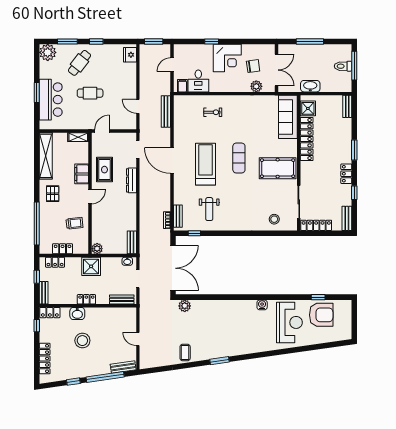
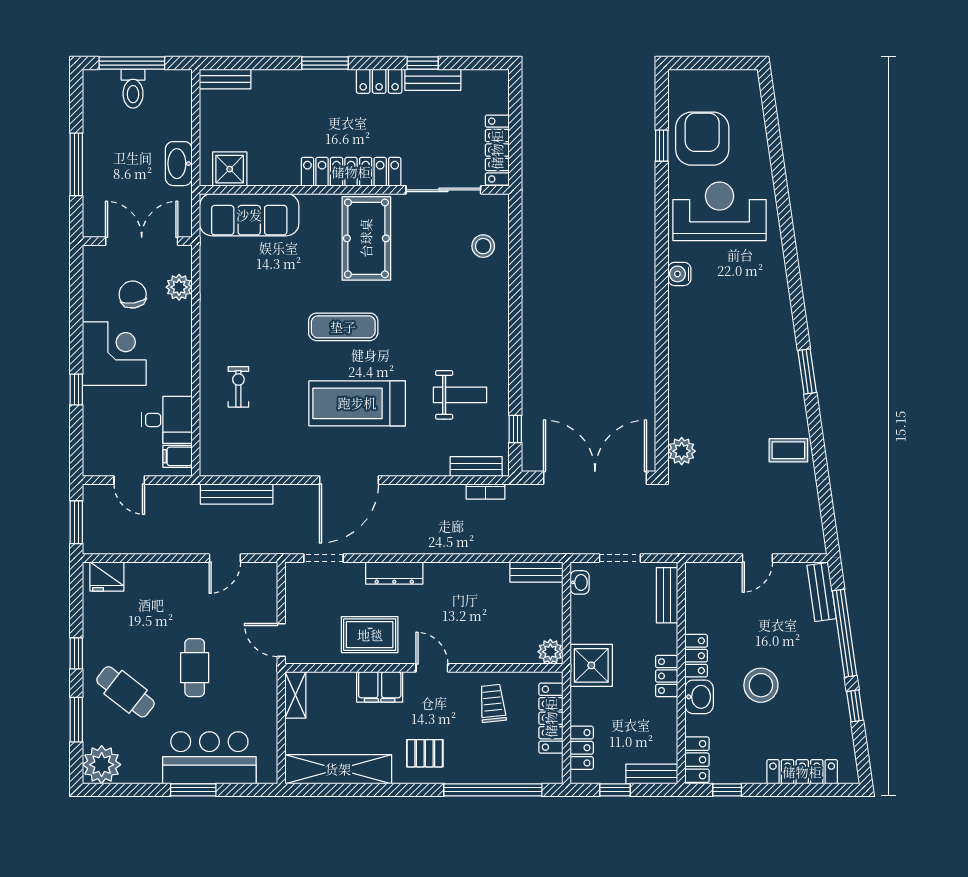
locker: (307, 139) -> (351, 172), moved
bench: (347, 218) -> (433, 80), moved
locker: (63, 249) -> (551, 718), width x1.53
locker: (95, 312) -> (696, 656), added

